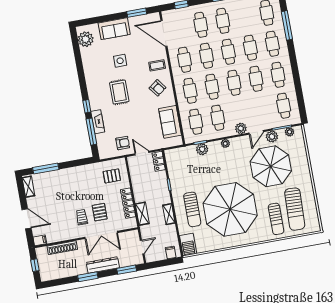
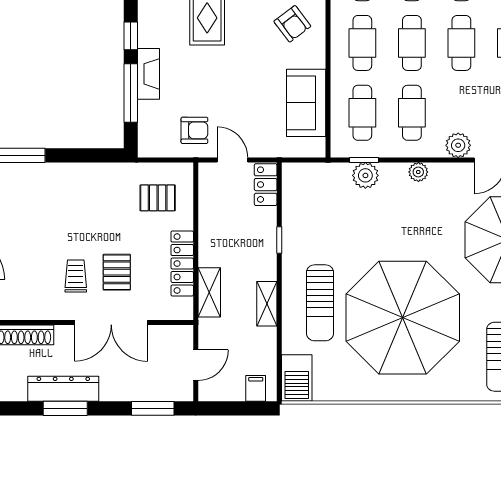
dresser: (103, 265) -> (63, 389), moved

